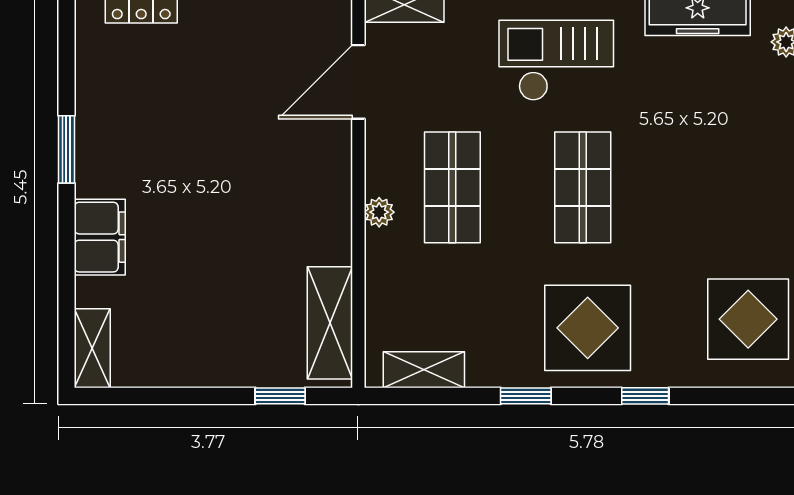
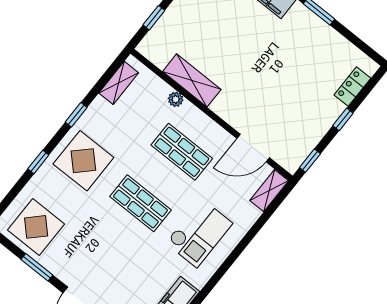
door: (358, 82) -> (253, 148), swing flipped
plant: (379, 212) -> (176, 99), moved
shelving: (330, 323) -> (192, 80), moved

